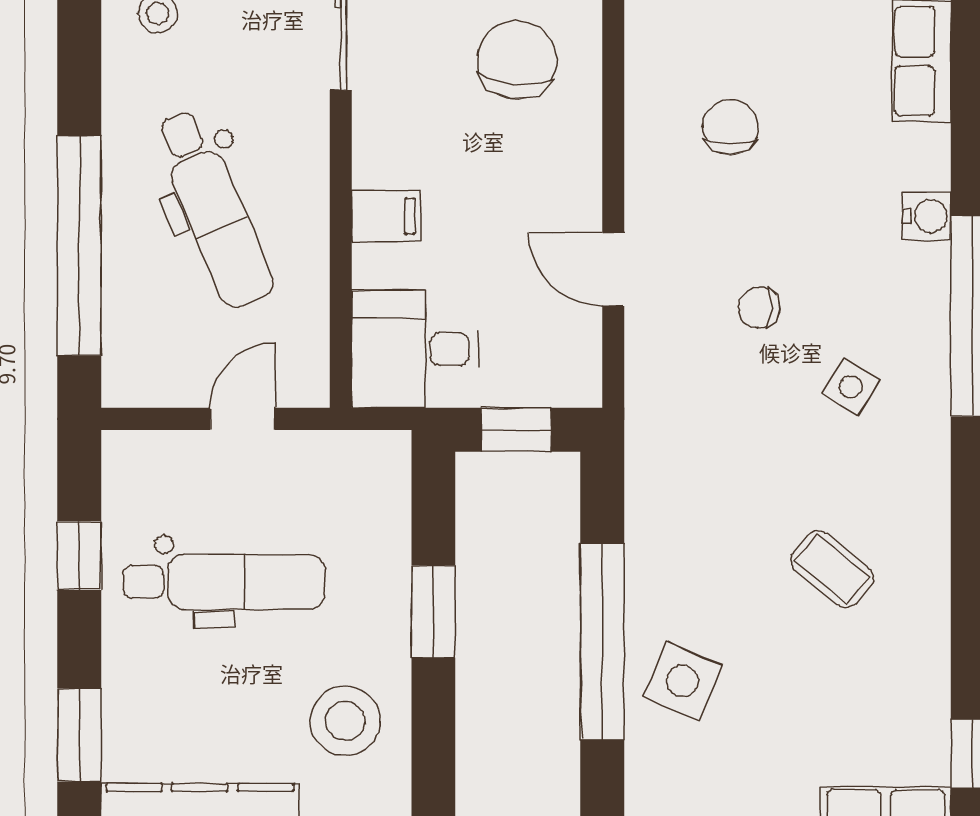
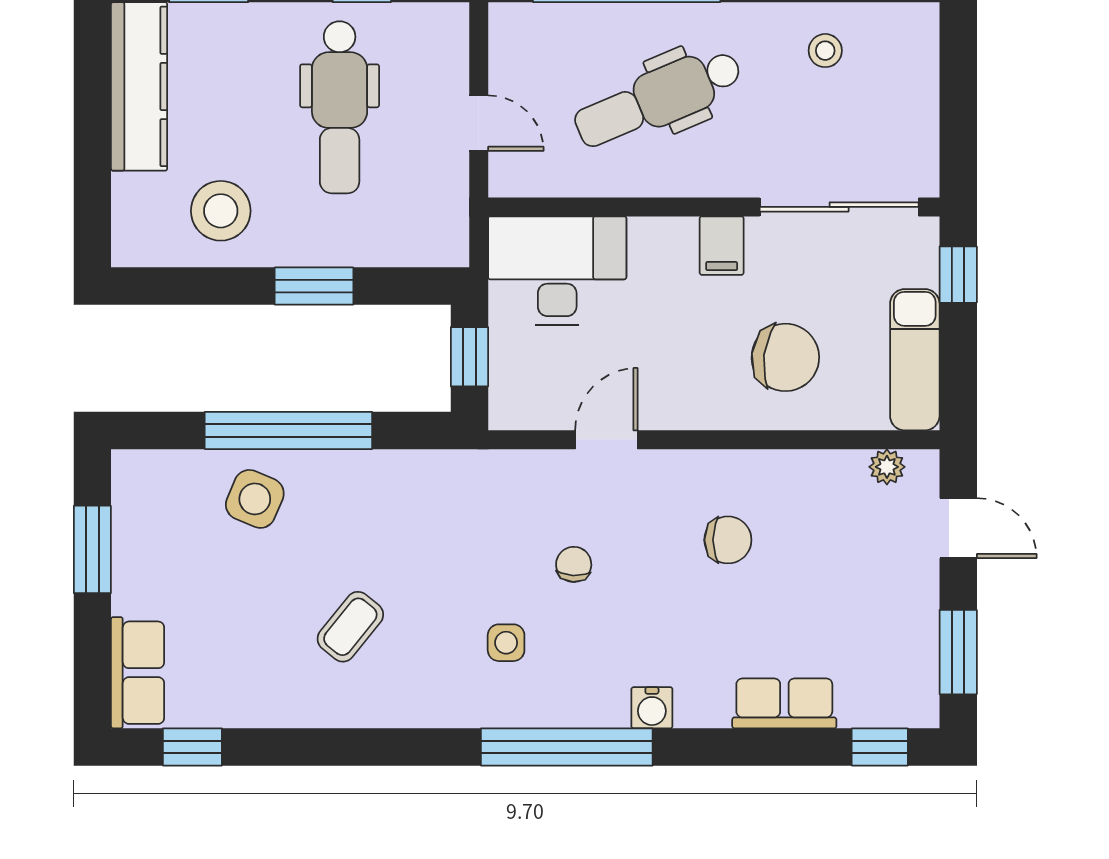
filing cabinet: (386, 216) -> (722, 246), moved
desk: (415, 349) -> (557, 271), width x1.37
side table: (851, 387) -> (506, 643), turned -31

